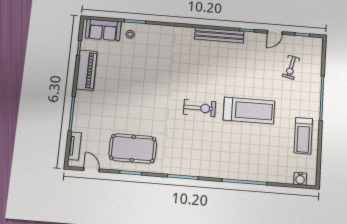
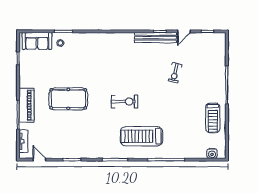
bench: (219, 35) -> (155, 38), moved
exercise bike: (291, 67) -> (175, 73), moved
piano: (86, 70) -> (26, 105), moved
treadmill: (249, 110) -> (142, 136), moved, turned 180
pool table: (133, 148) -> (68, 99), moved

